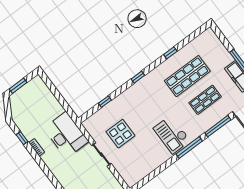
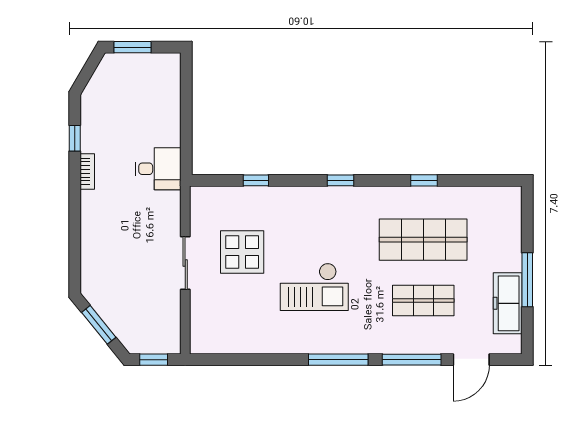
checkout: (172, 134) -> (314, 287), moved, turned -90
desk: (66, 135) -> (158, 169), width x0.53, depth x0.77

